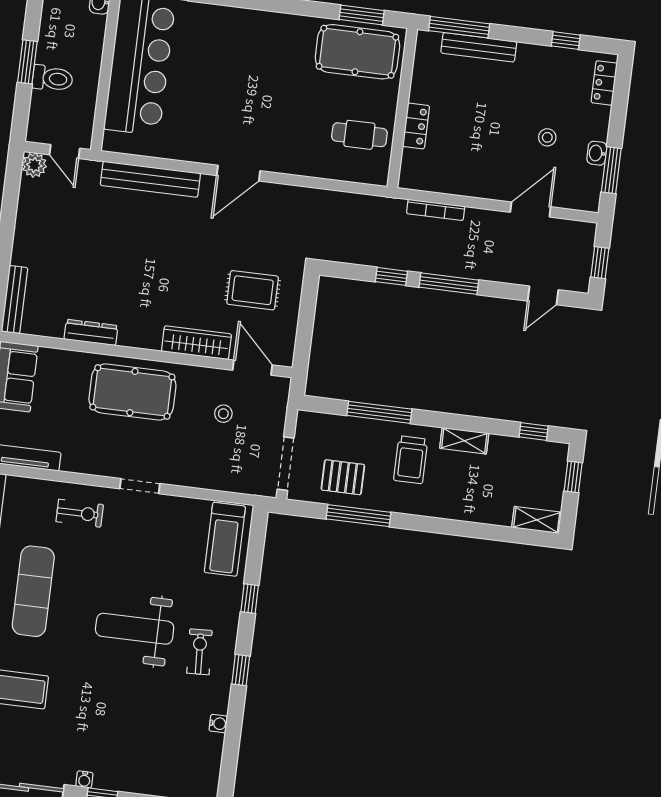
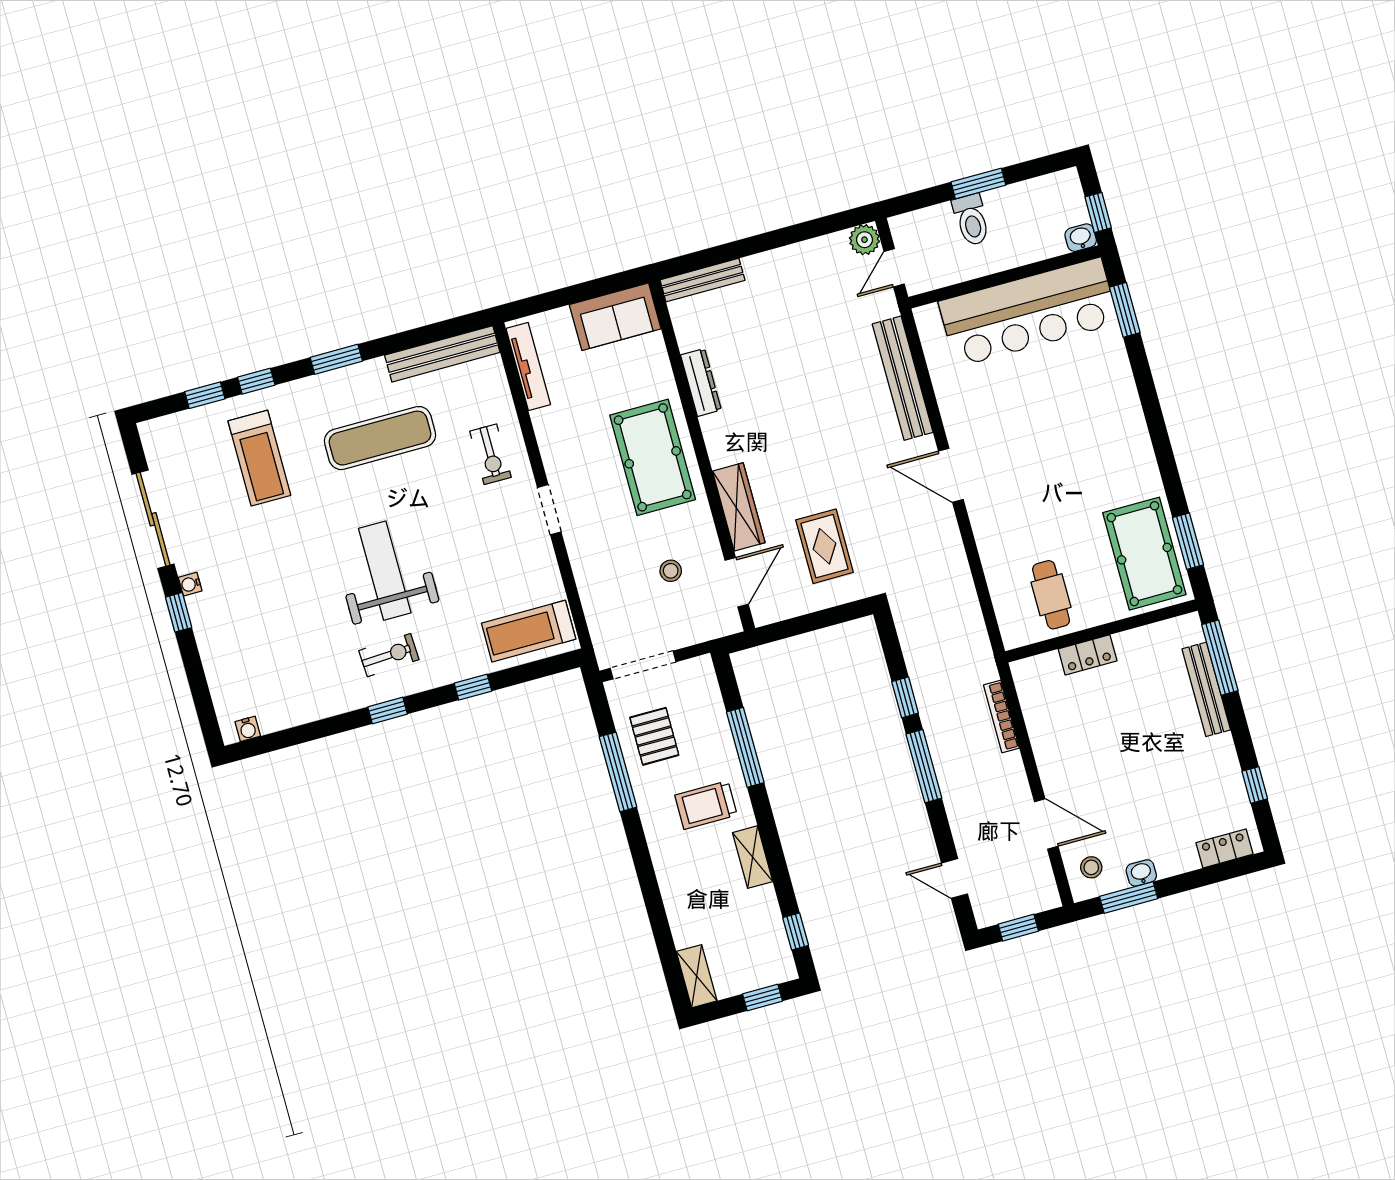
stool: (547, 137) -> (1091, 867), moved
water cooler: (218, 724) -> (248, 729), moved

